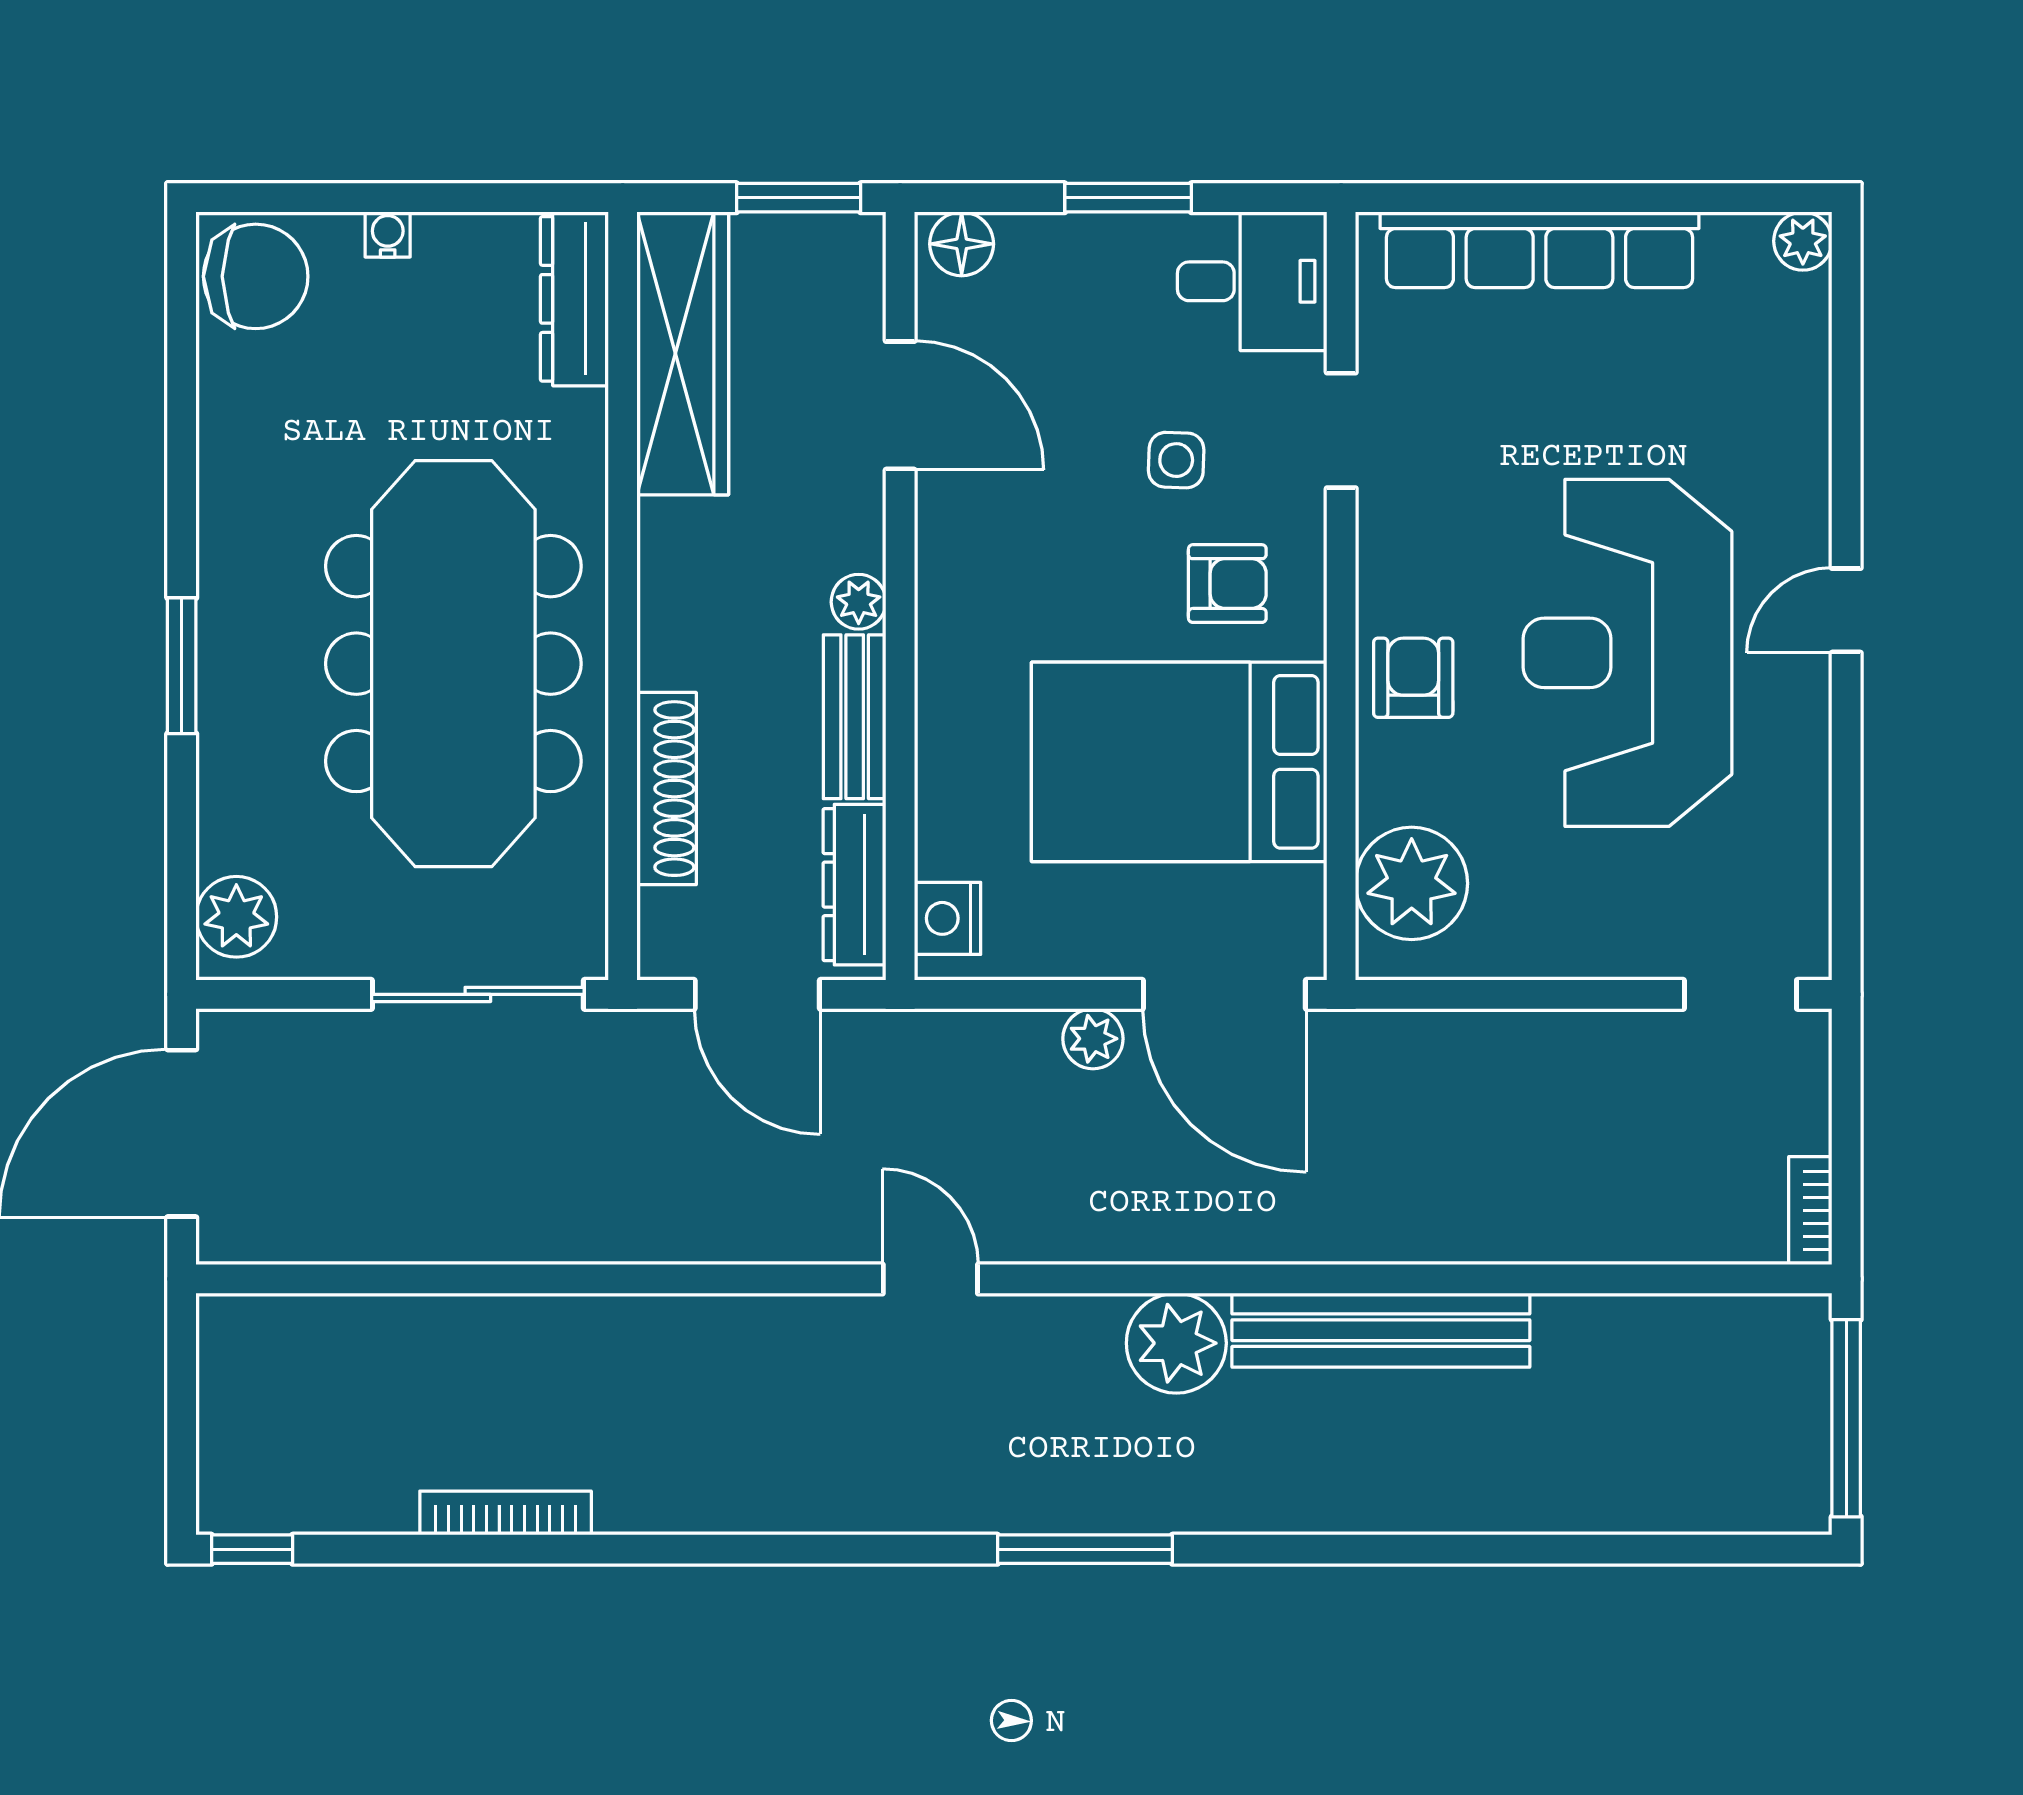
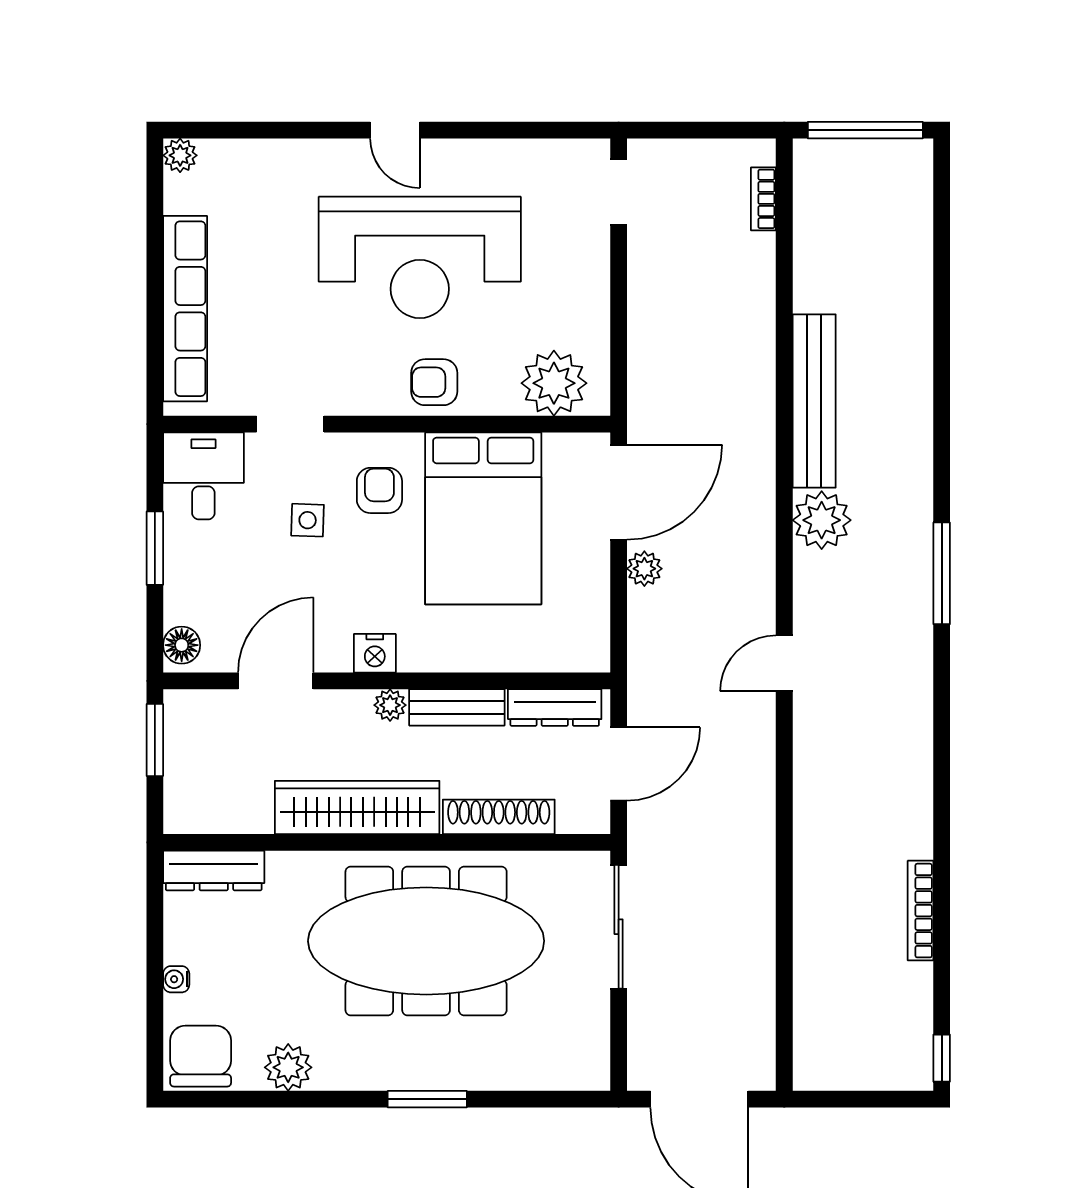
wardrobe: (683, 353) -> (357, 807), moved
plant: (236, 917) -> (288, 1067), moved
nightstand: (948, 918) -> (375, 653), moved
bookcase: (1810, 1211) -> (763, 199), moved, turned 90

